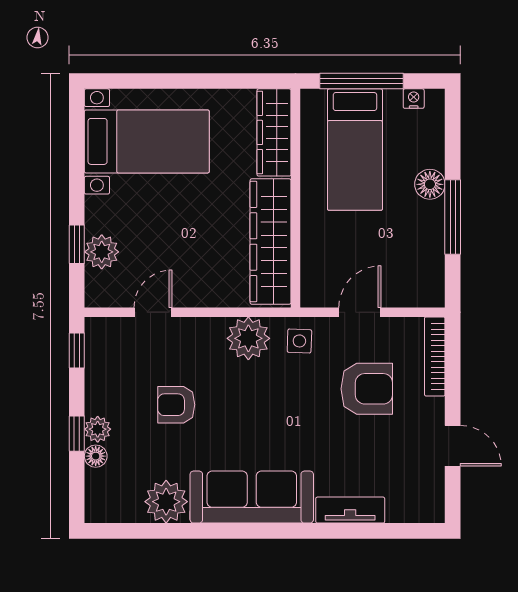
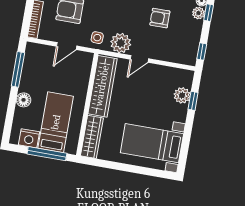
nightstand: (414, 99) -> (29, 138), width x1.89, depth x1.79
window: (453, 217) -> (18, 69), moved
door: (153, 312) -> (139, 59), moved
armchair: (176, 405) -> (160, 18), turned 180

